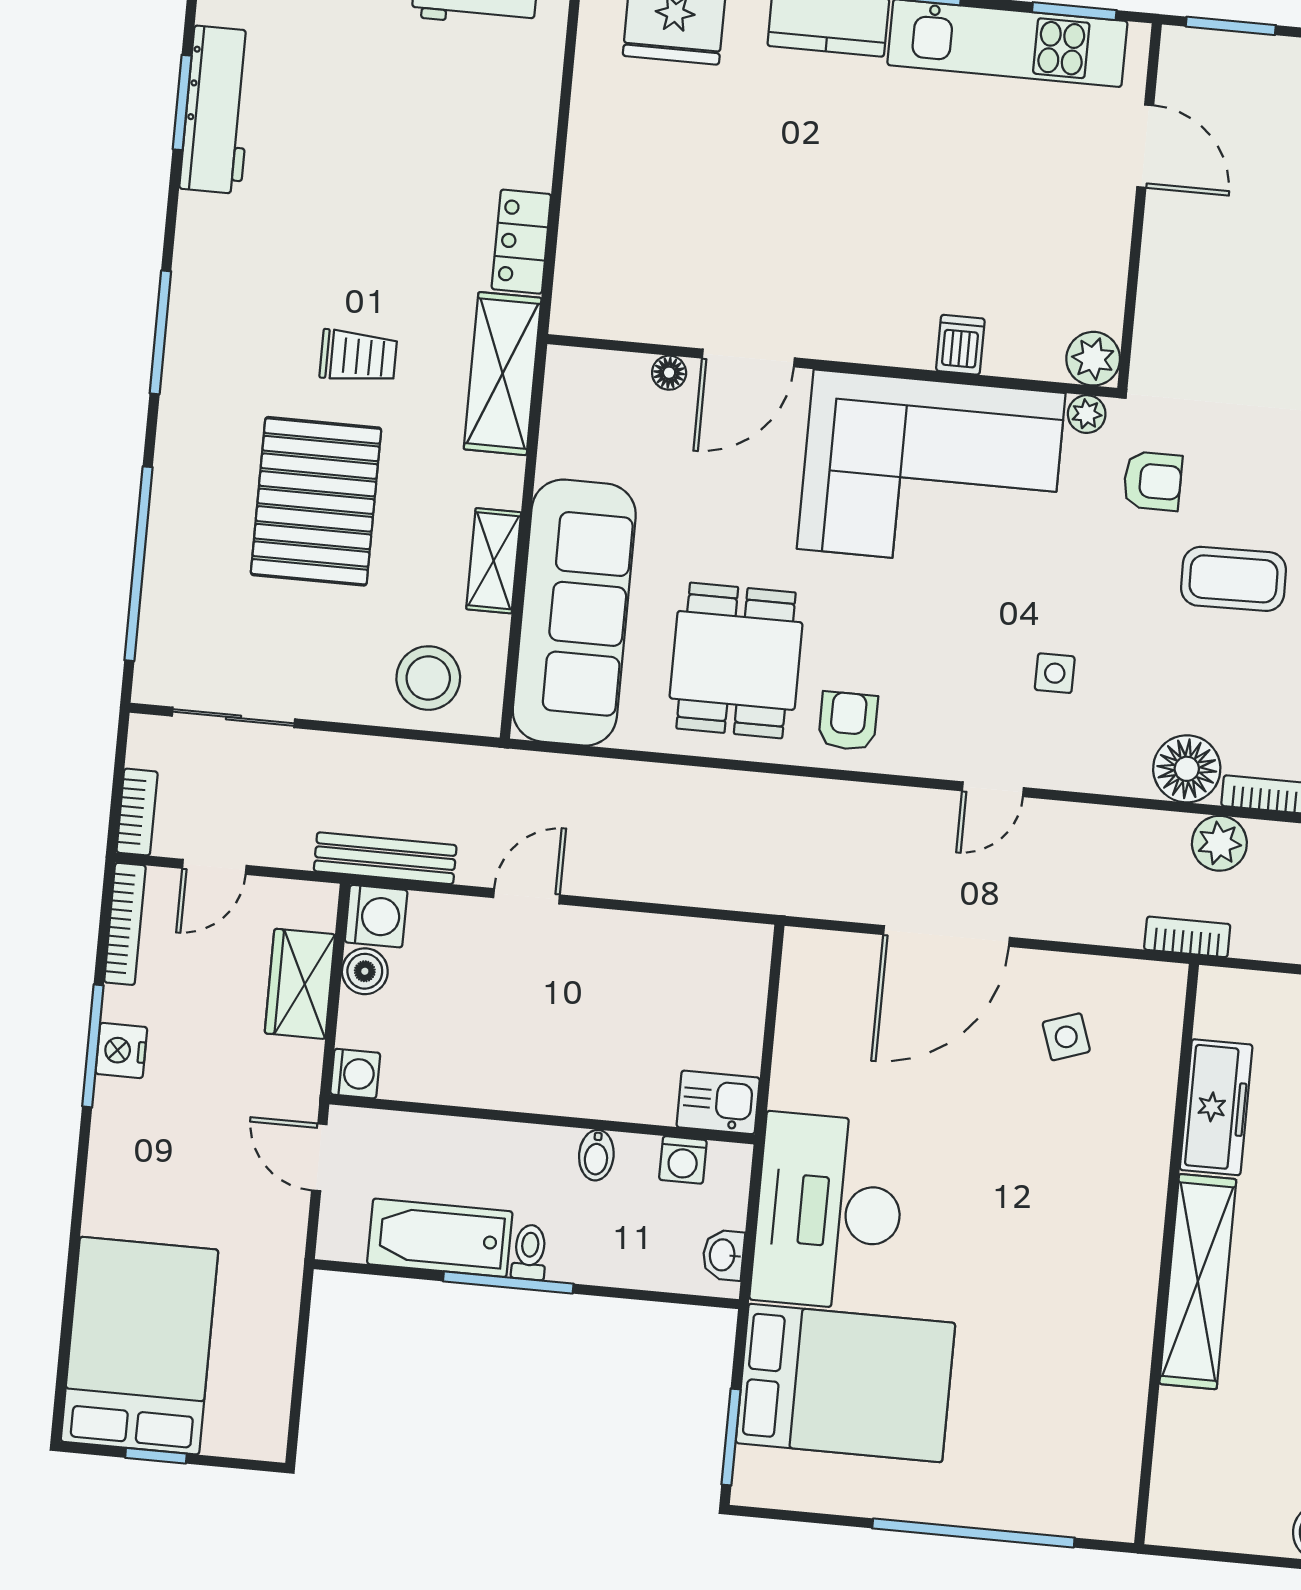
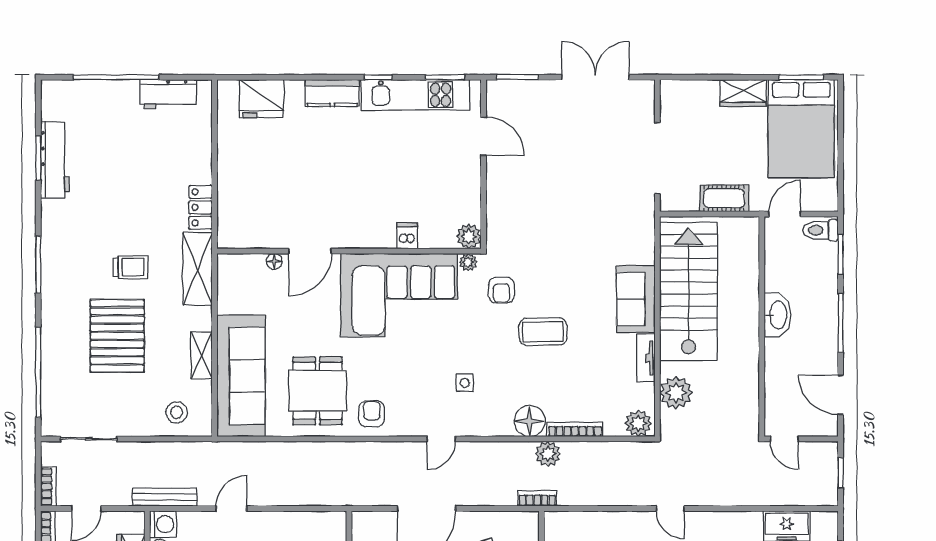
armchair: (1153, 481) -> (501, 290), turned 90
stool: (428, 678) -> (177, 412), width x0.73, depth x0.73

